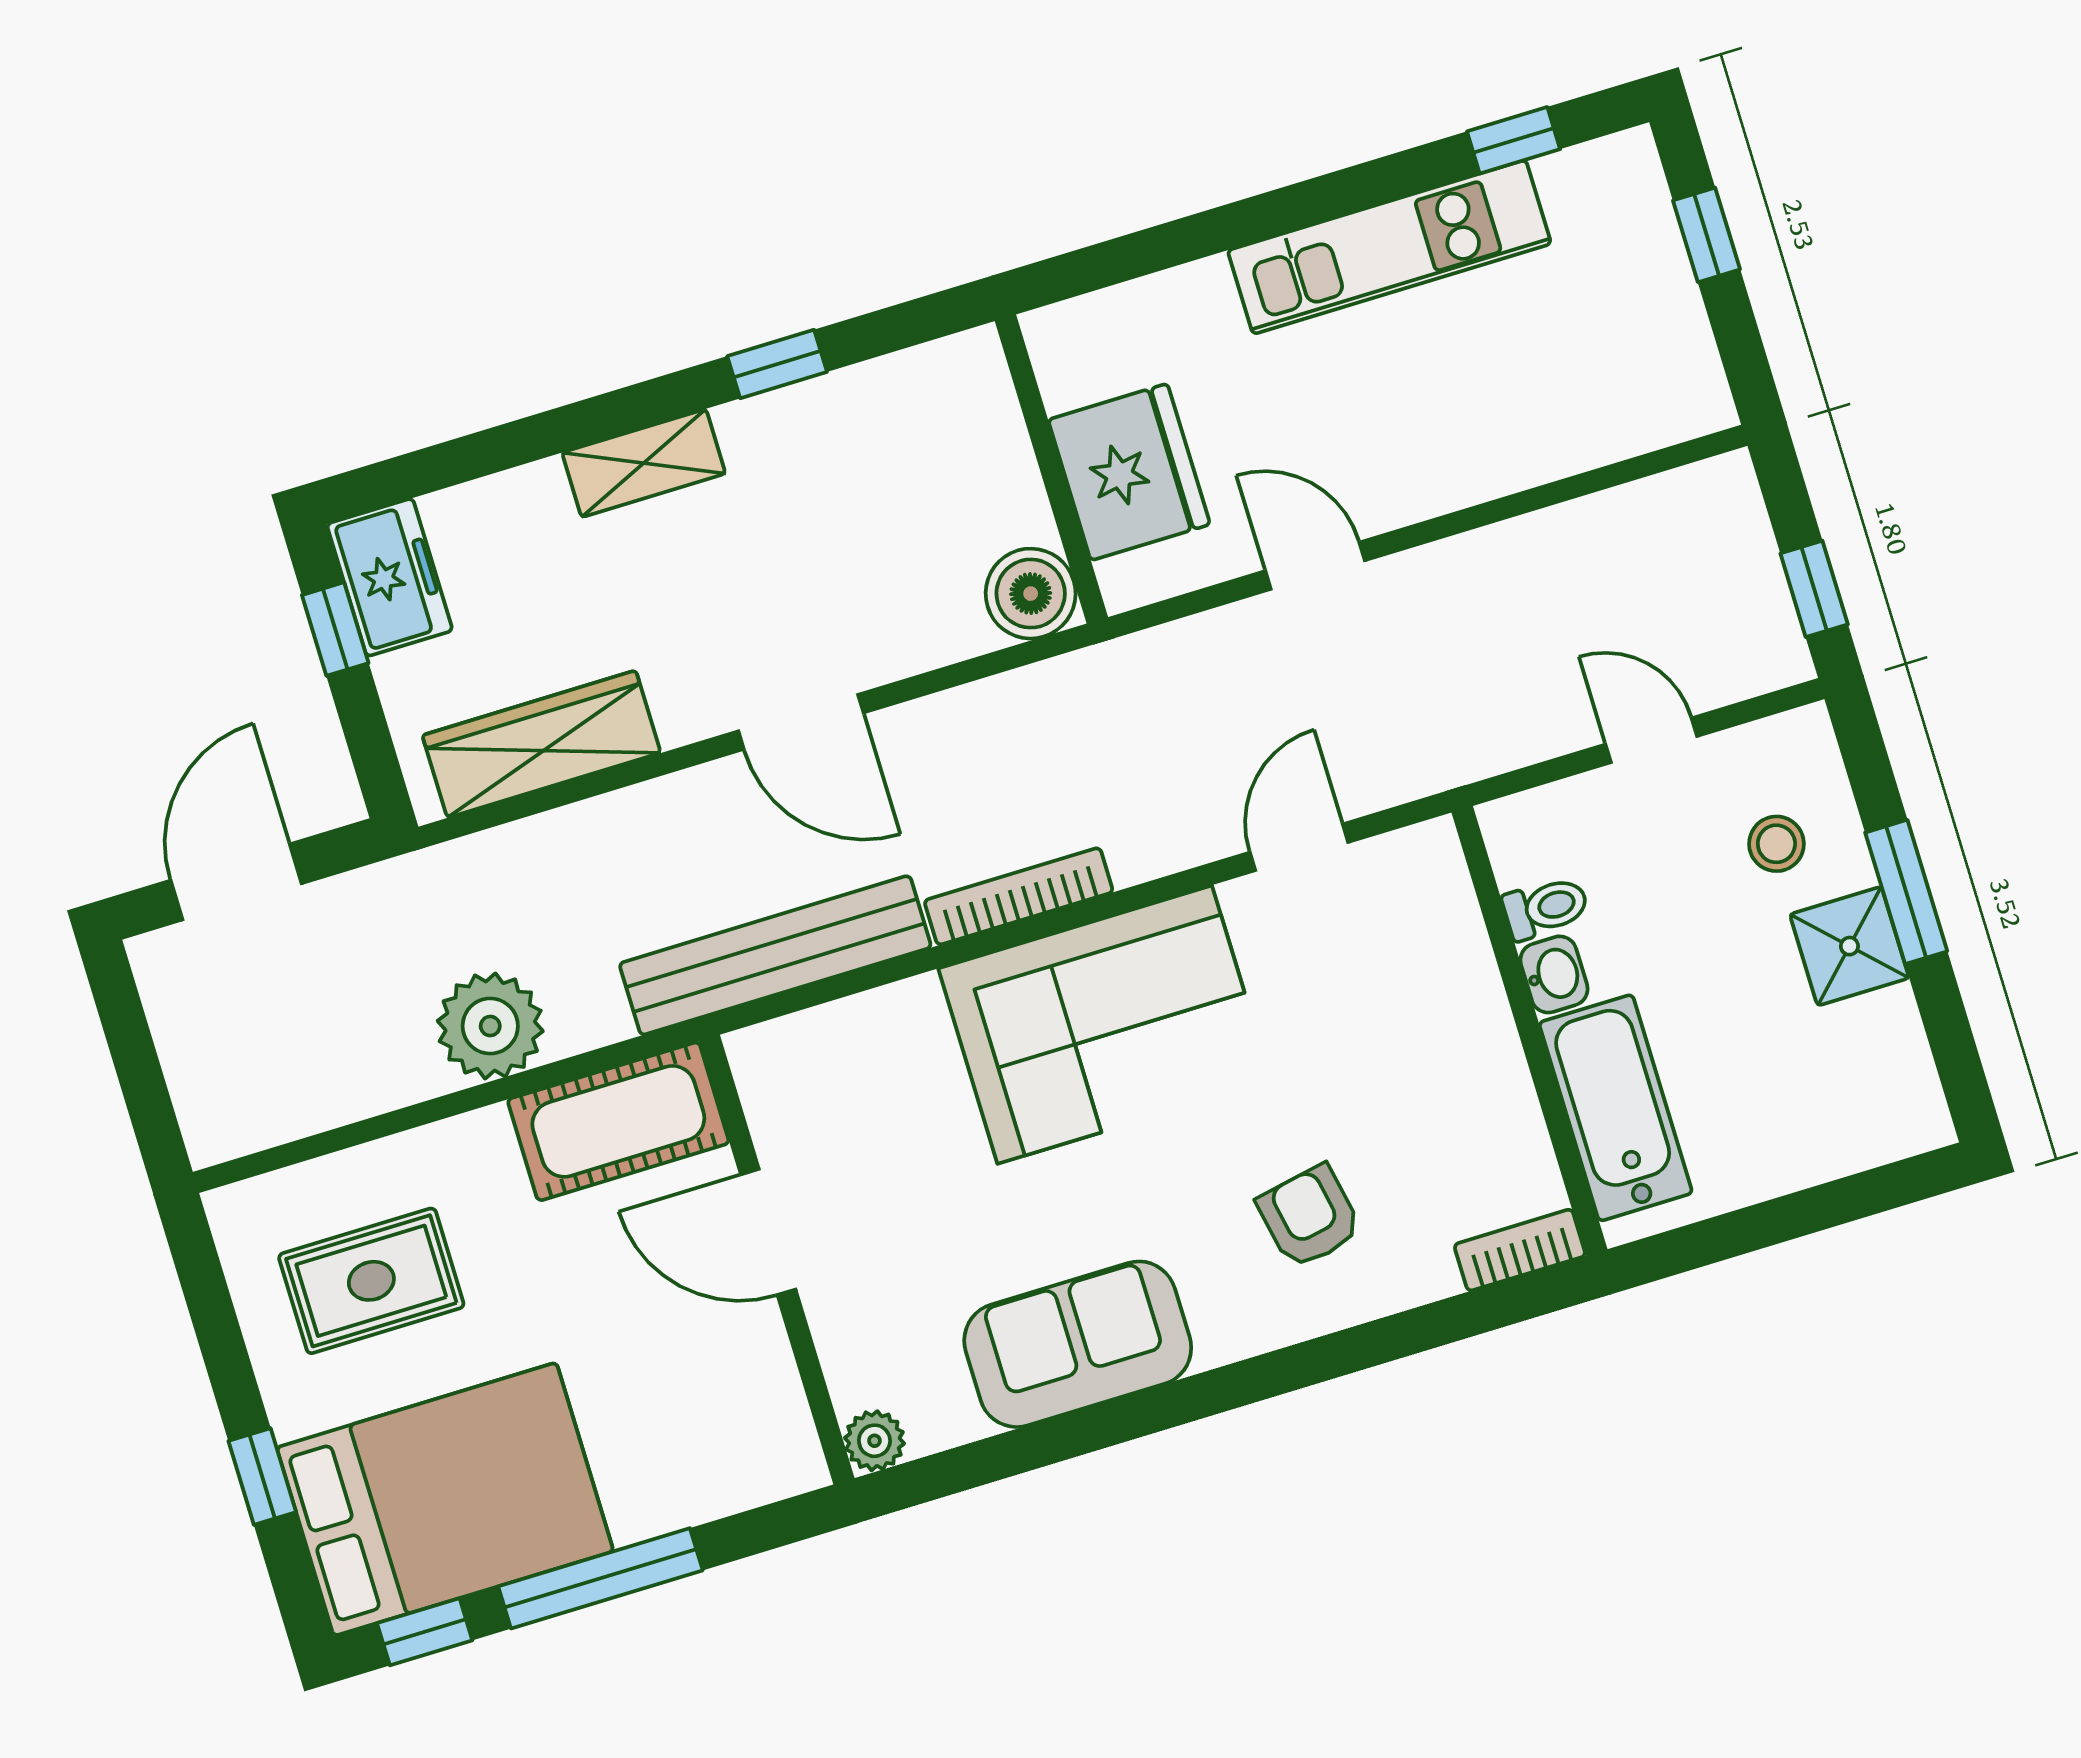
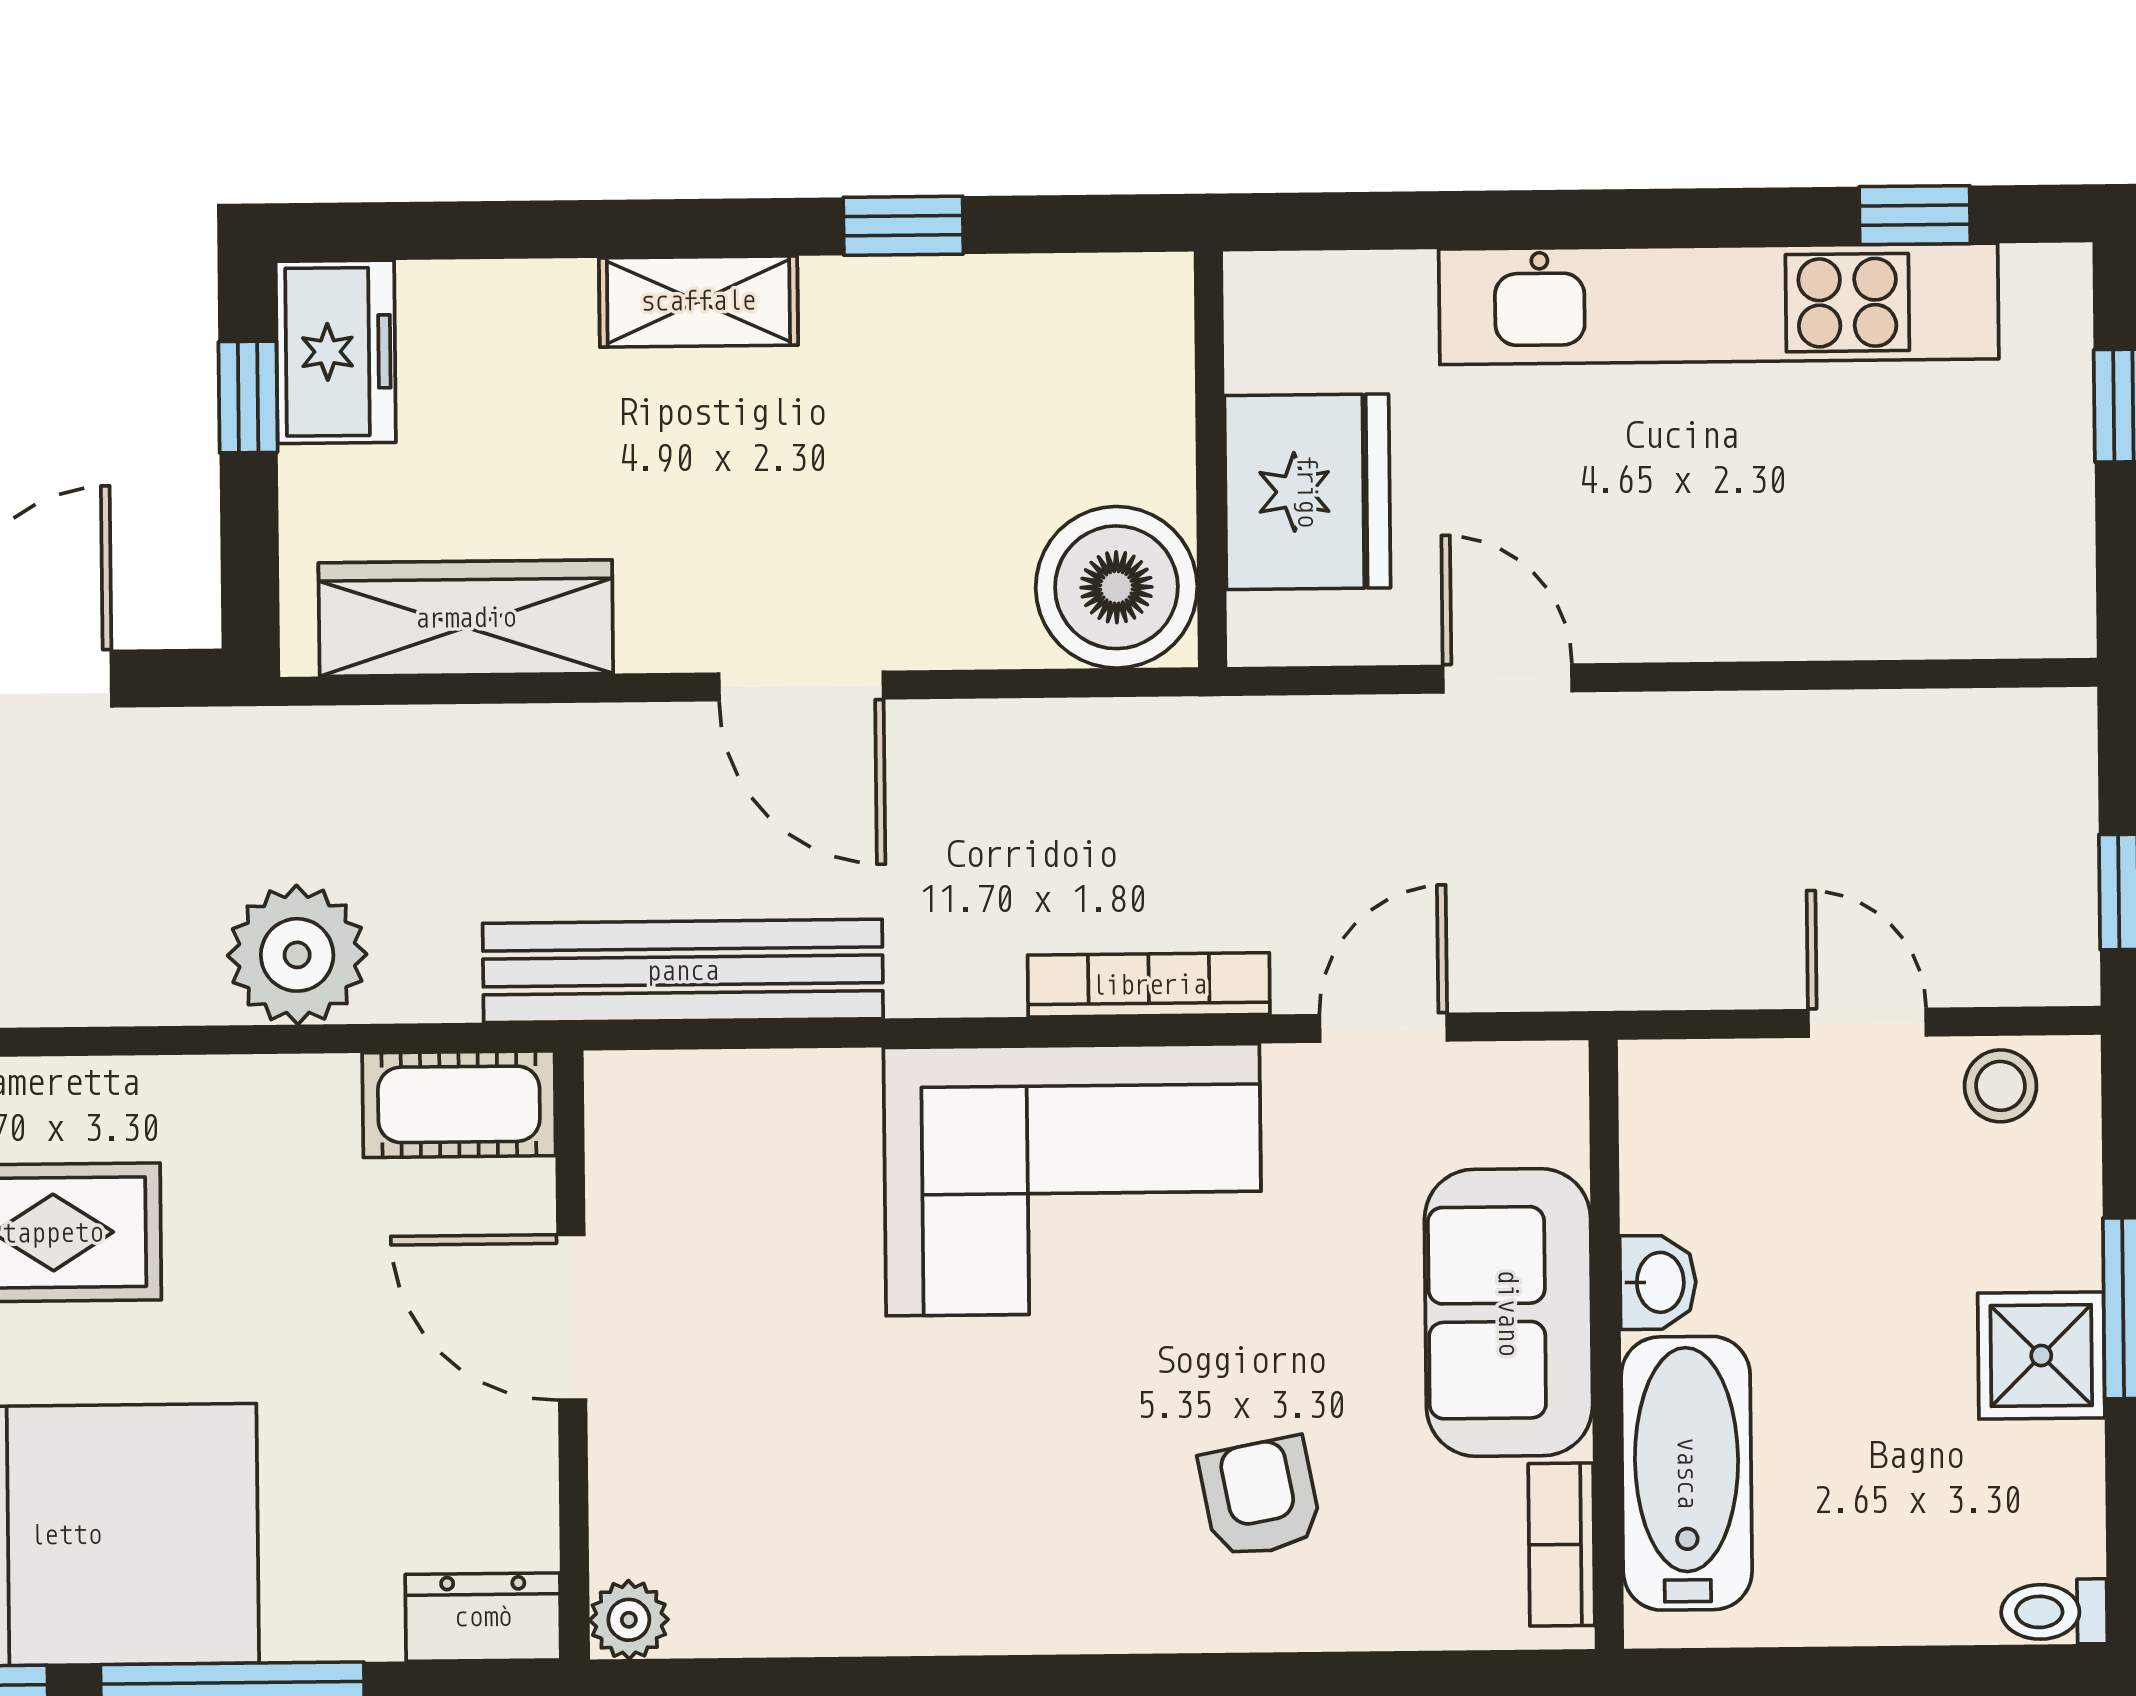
kitchen unit: (1389, 247) -> (1719, 304), width x1.36
boiler: (1031, 594) -> (1116, 587), width x1.37, depth x1.37
stool: (1776, 844) -> (2000, 1086), moved
bookcase: (1019, 896) -> (1149, 985), moved
toilet: (1546, 908) -> (2054, 1612), moved, turned 180
cot: (618, 1121) -> (459, 1104), width x0.73, depth x0.75
bookcase: (1520, 1250) -> (1561, 1545), moved, turned -90
sofa: (1078, 1344) -> (1508, 1313), moved, turned -90
dresser: (767, 1470) -> (483, 1617), added

